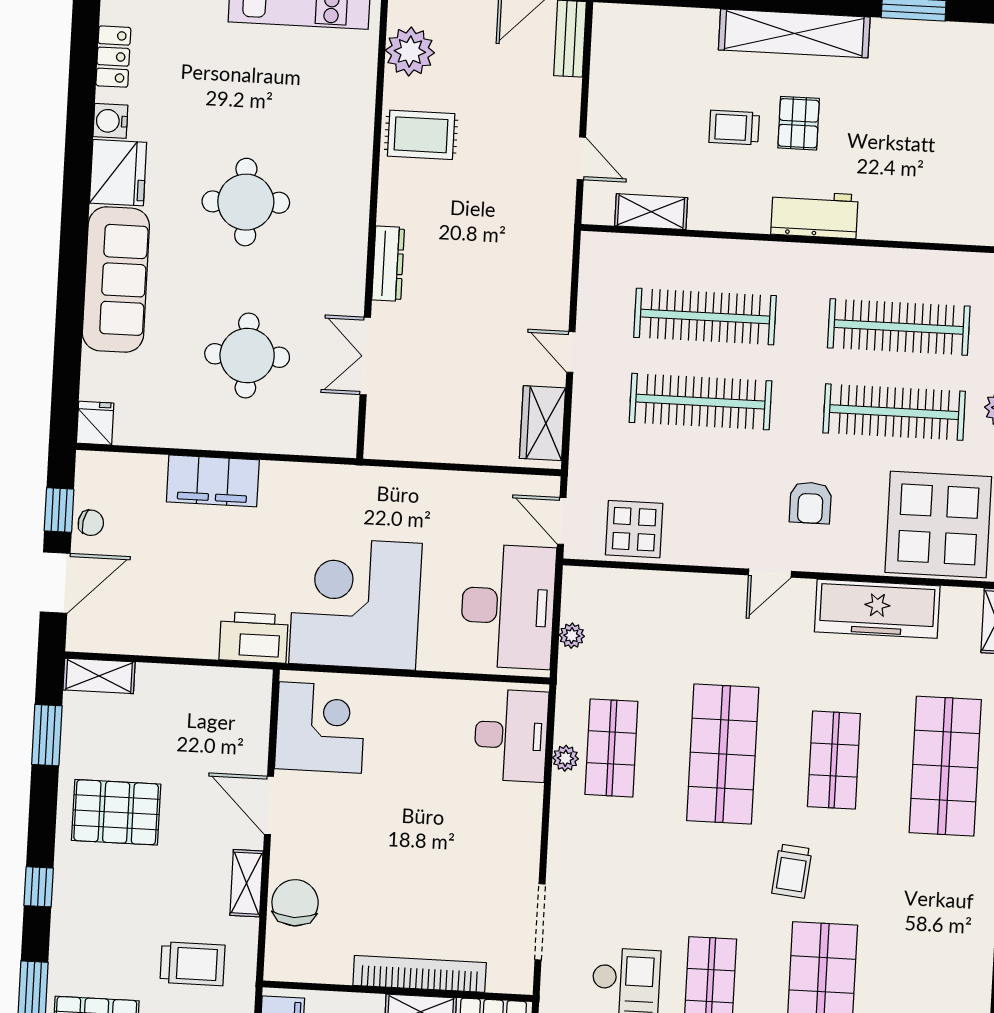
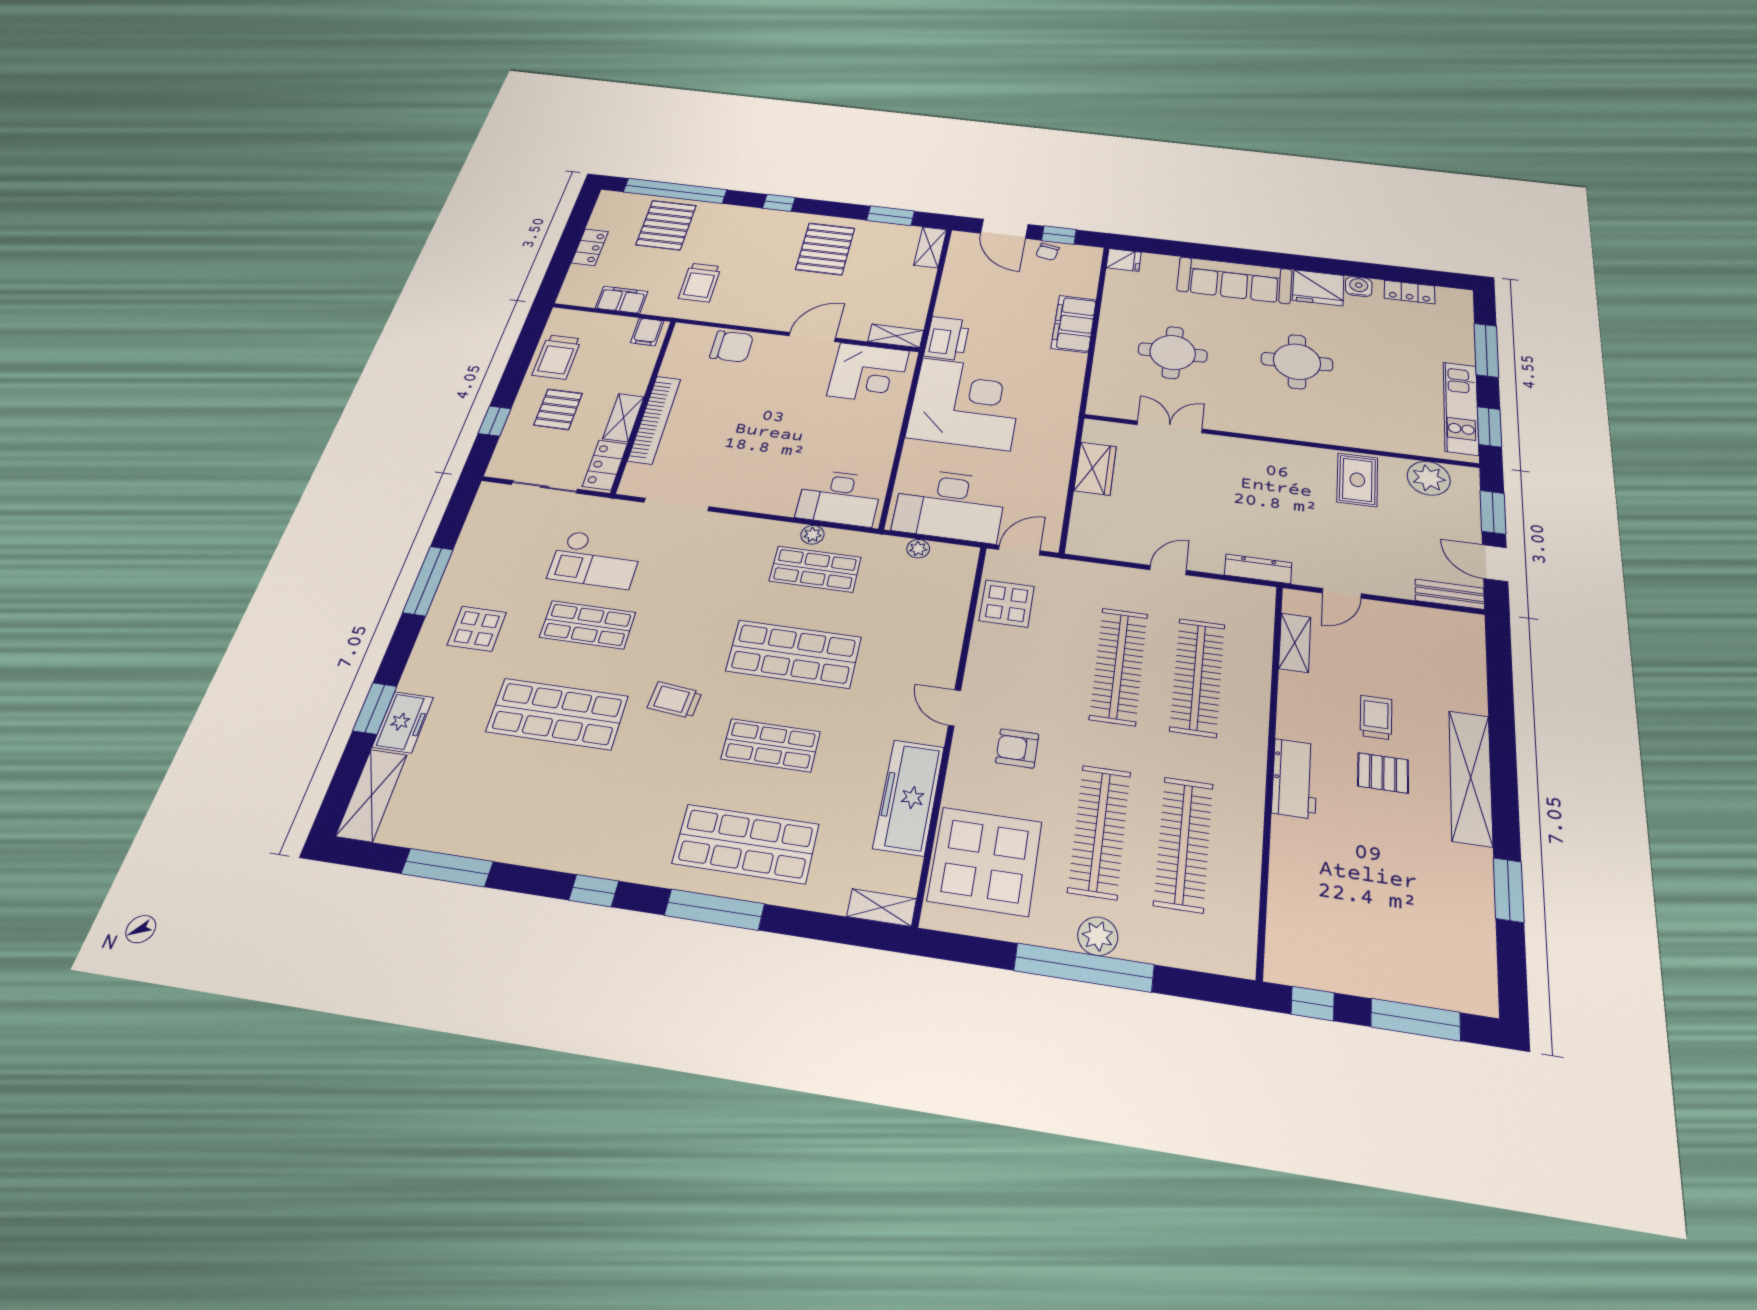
dresser: (388, 264) -> (1258, 569), moved, turned 180
wardrobe: (542, 423) -> (1095, 469), moved, turned 90
shelving: (246, 883) -> (896, 336), moved

